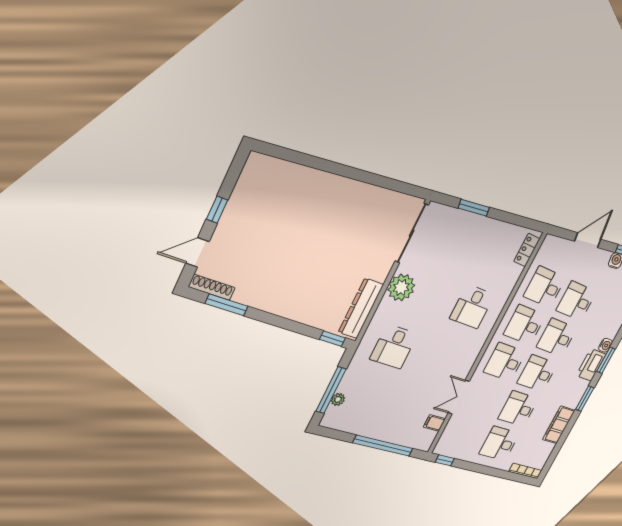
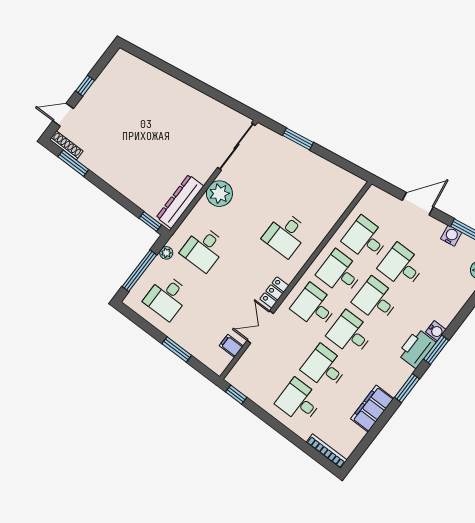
locker: (527, 250) -> (274, 292), moved
plant: (338, 399) -> (166, 253), moved
desk: (365, 404) -> (167, 297), added
window: (383, 446) -> (177, 349), width x0.47

